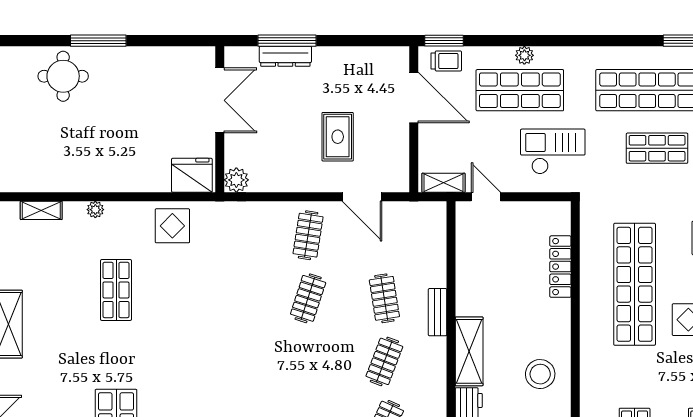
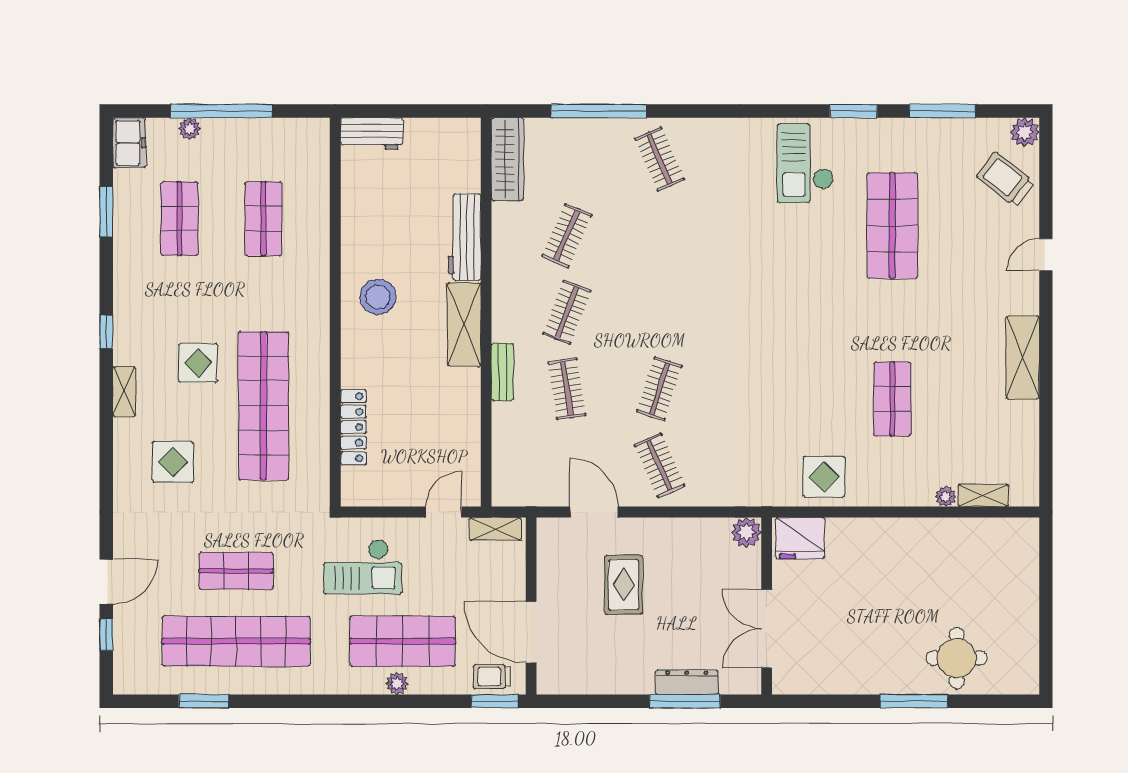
door: (486, 197) -> (444, 512), swing flipped
plant: (95, 210) -> (946, 496), moved
clothes rail: (308, 235) -> (659, 465), turned -33

